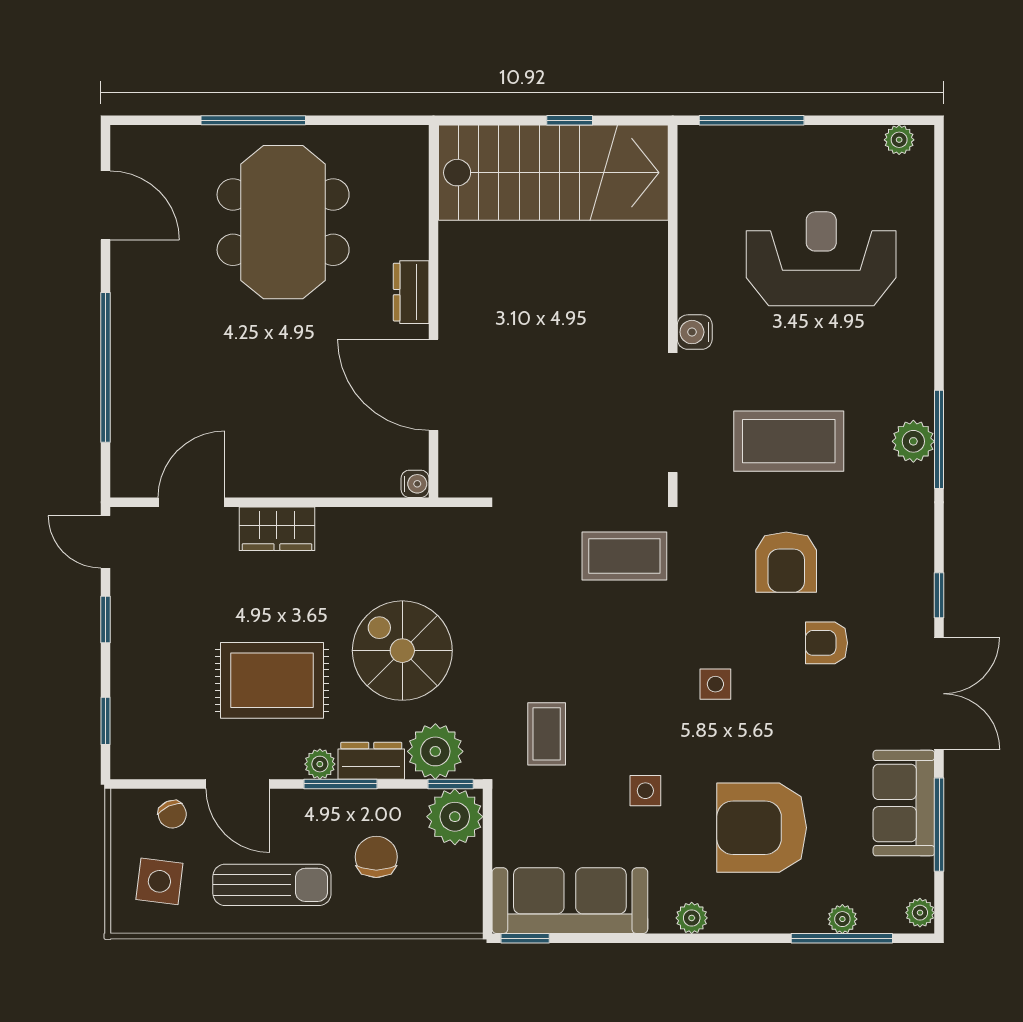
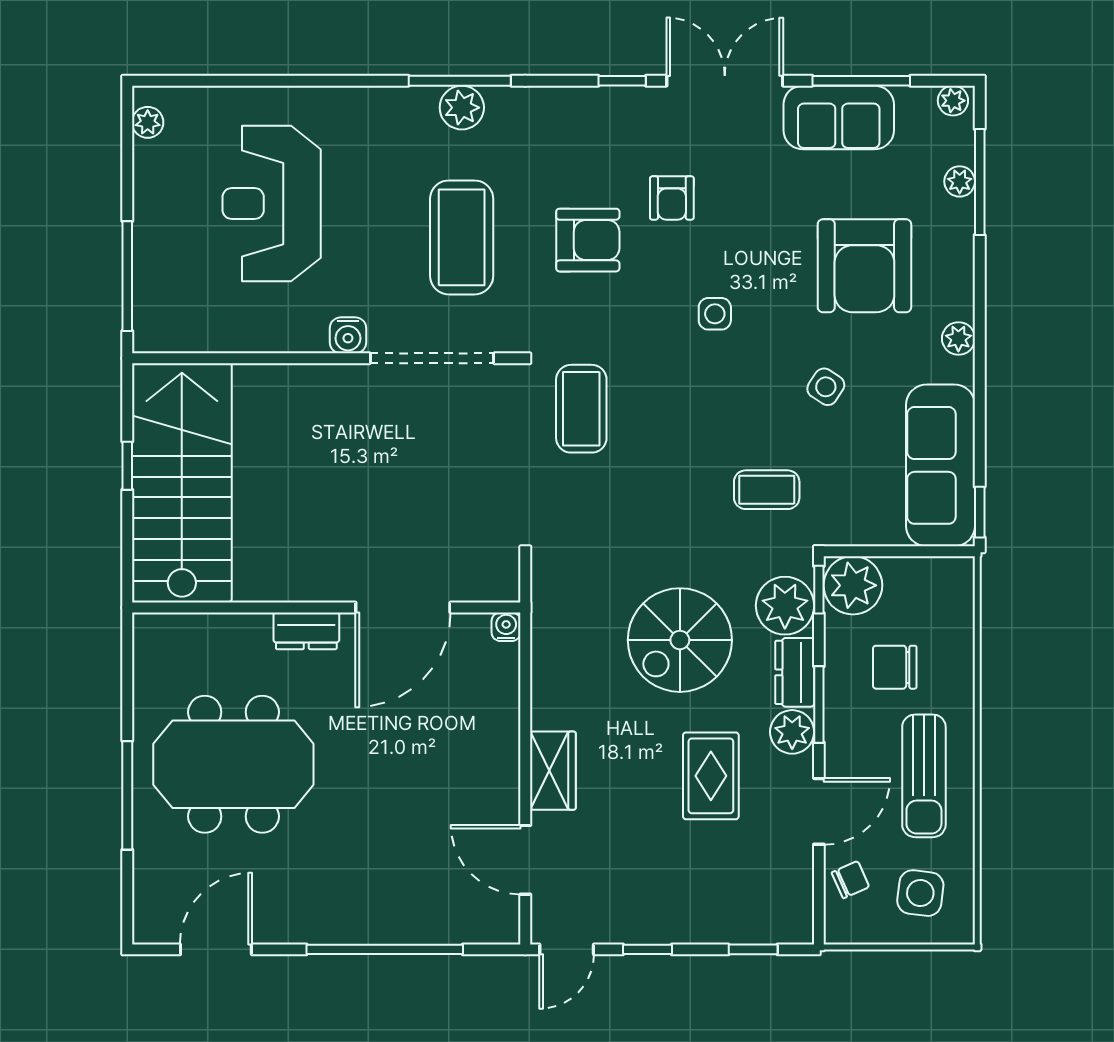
rug: (272, 680) -> (711, 776), width x0.73, depth x0.70
plant: (320, 764) -> (792, 732), width x1.38, depth x1.38
side table: (645, 791) -> (826, 387), turned 33
sun lounger: (272, 885) -> (924, 776), turned 180

